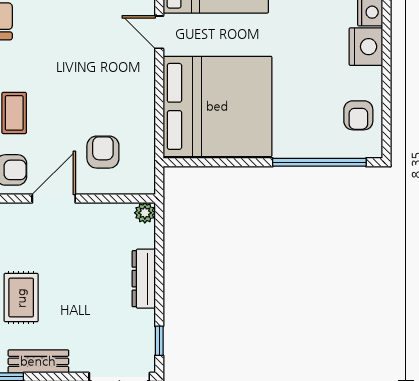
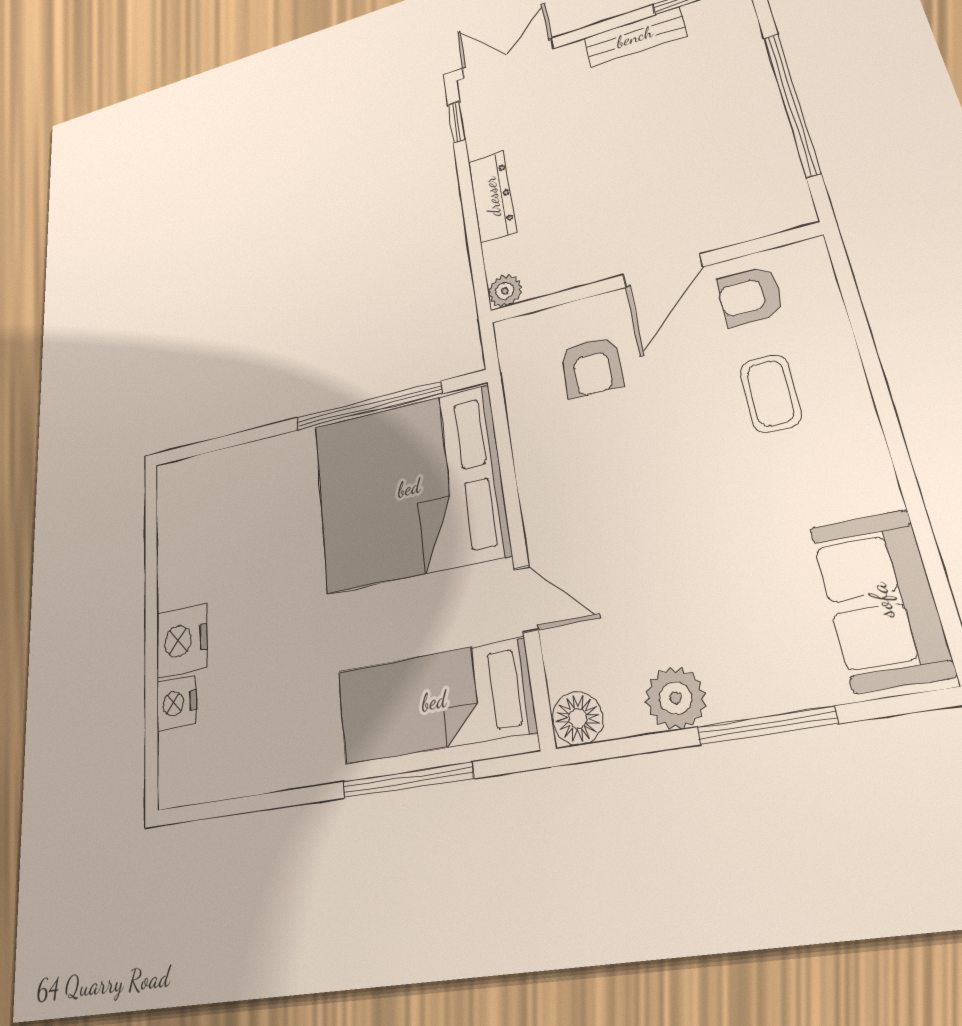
armchair: (358, 115) -> (191, 524), removed
window: (319, 162) -> (368, 406), moved
rug: (21, 298) -> (684, 111), removed

